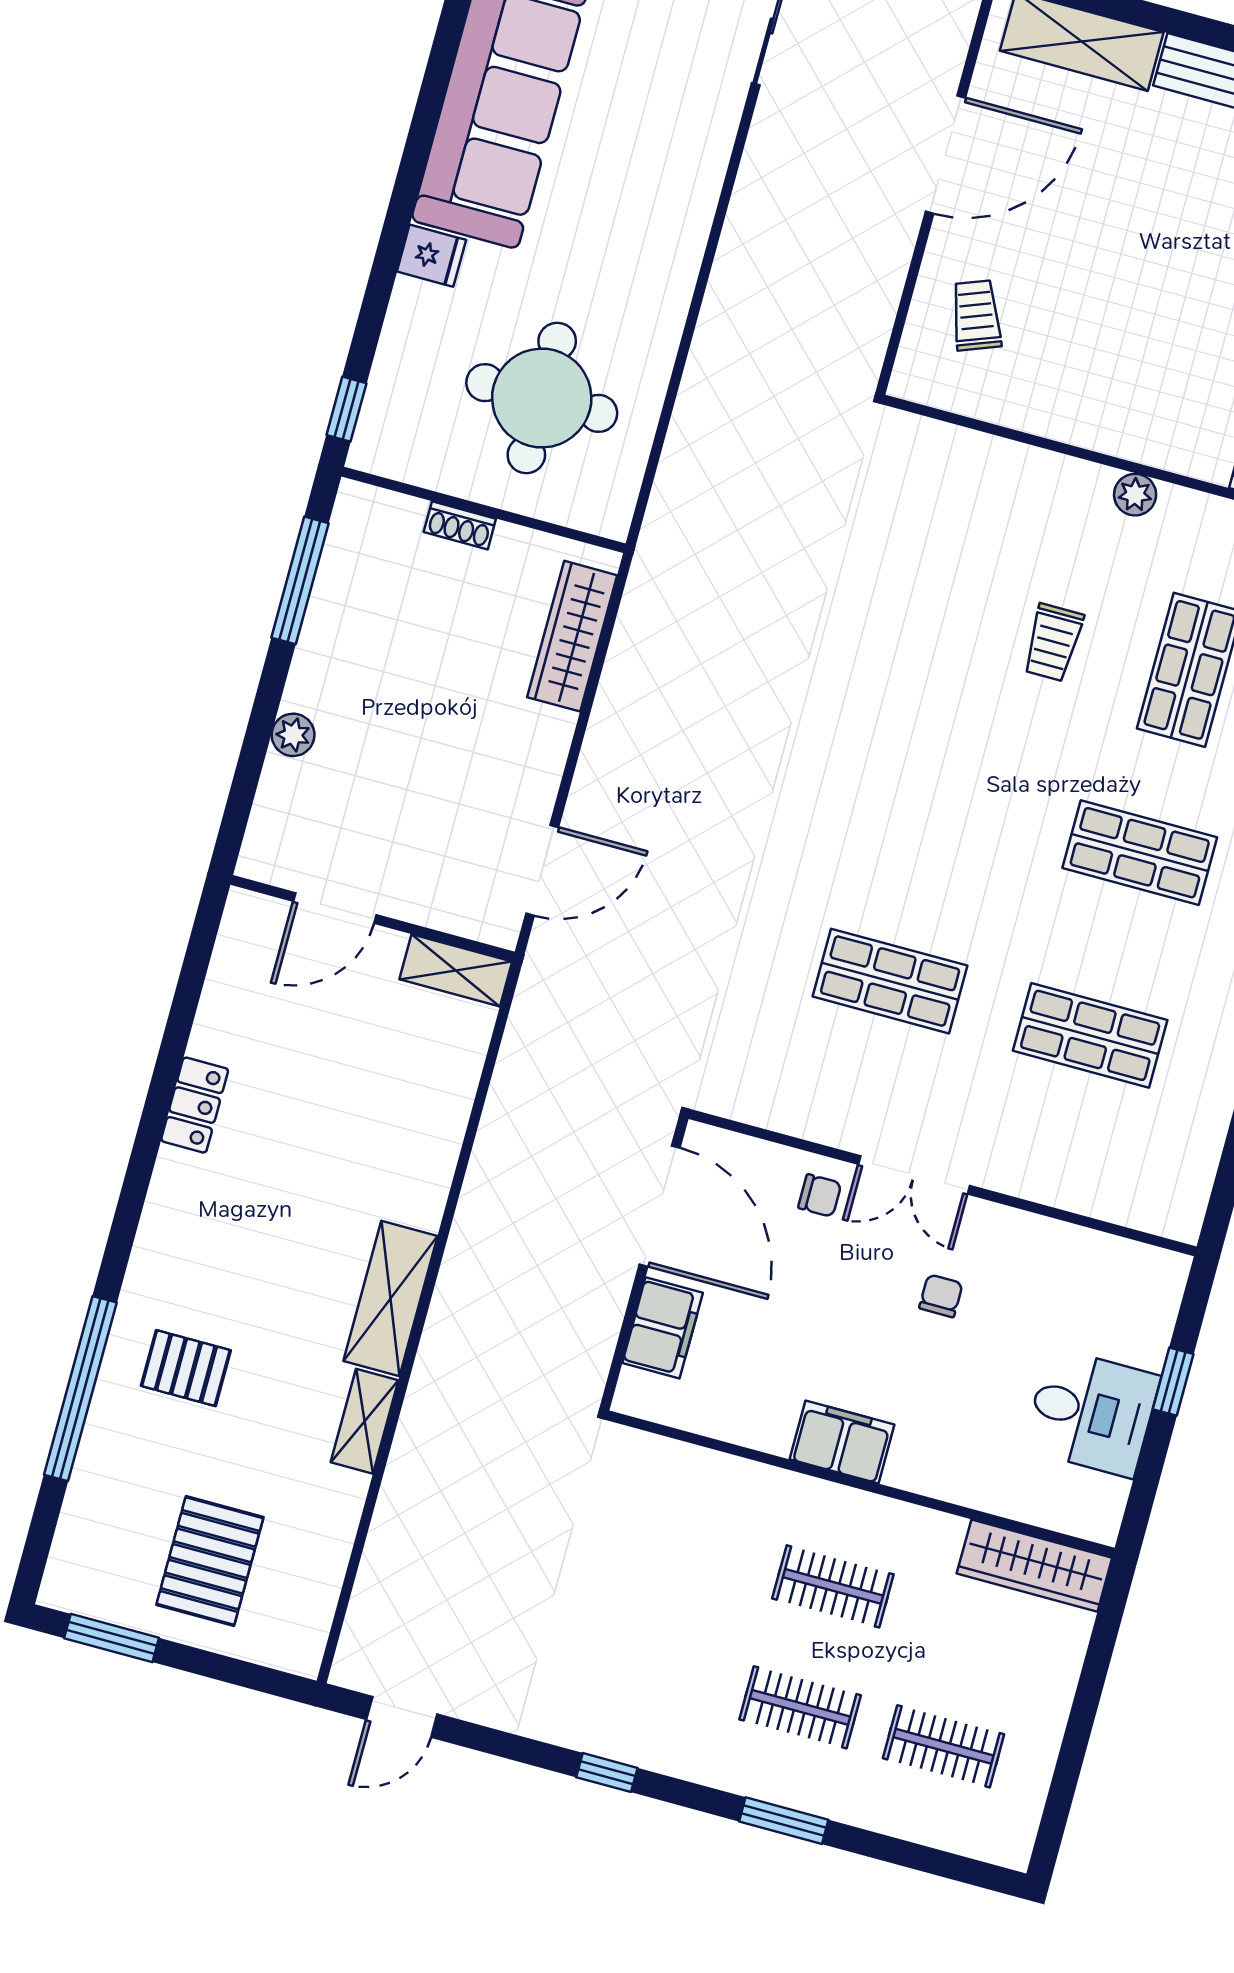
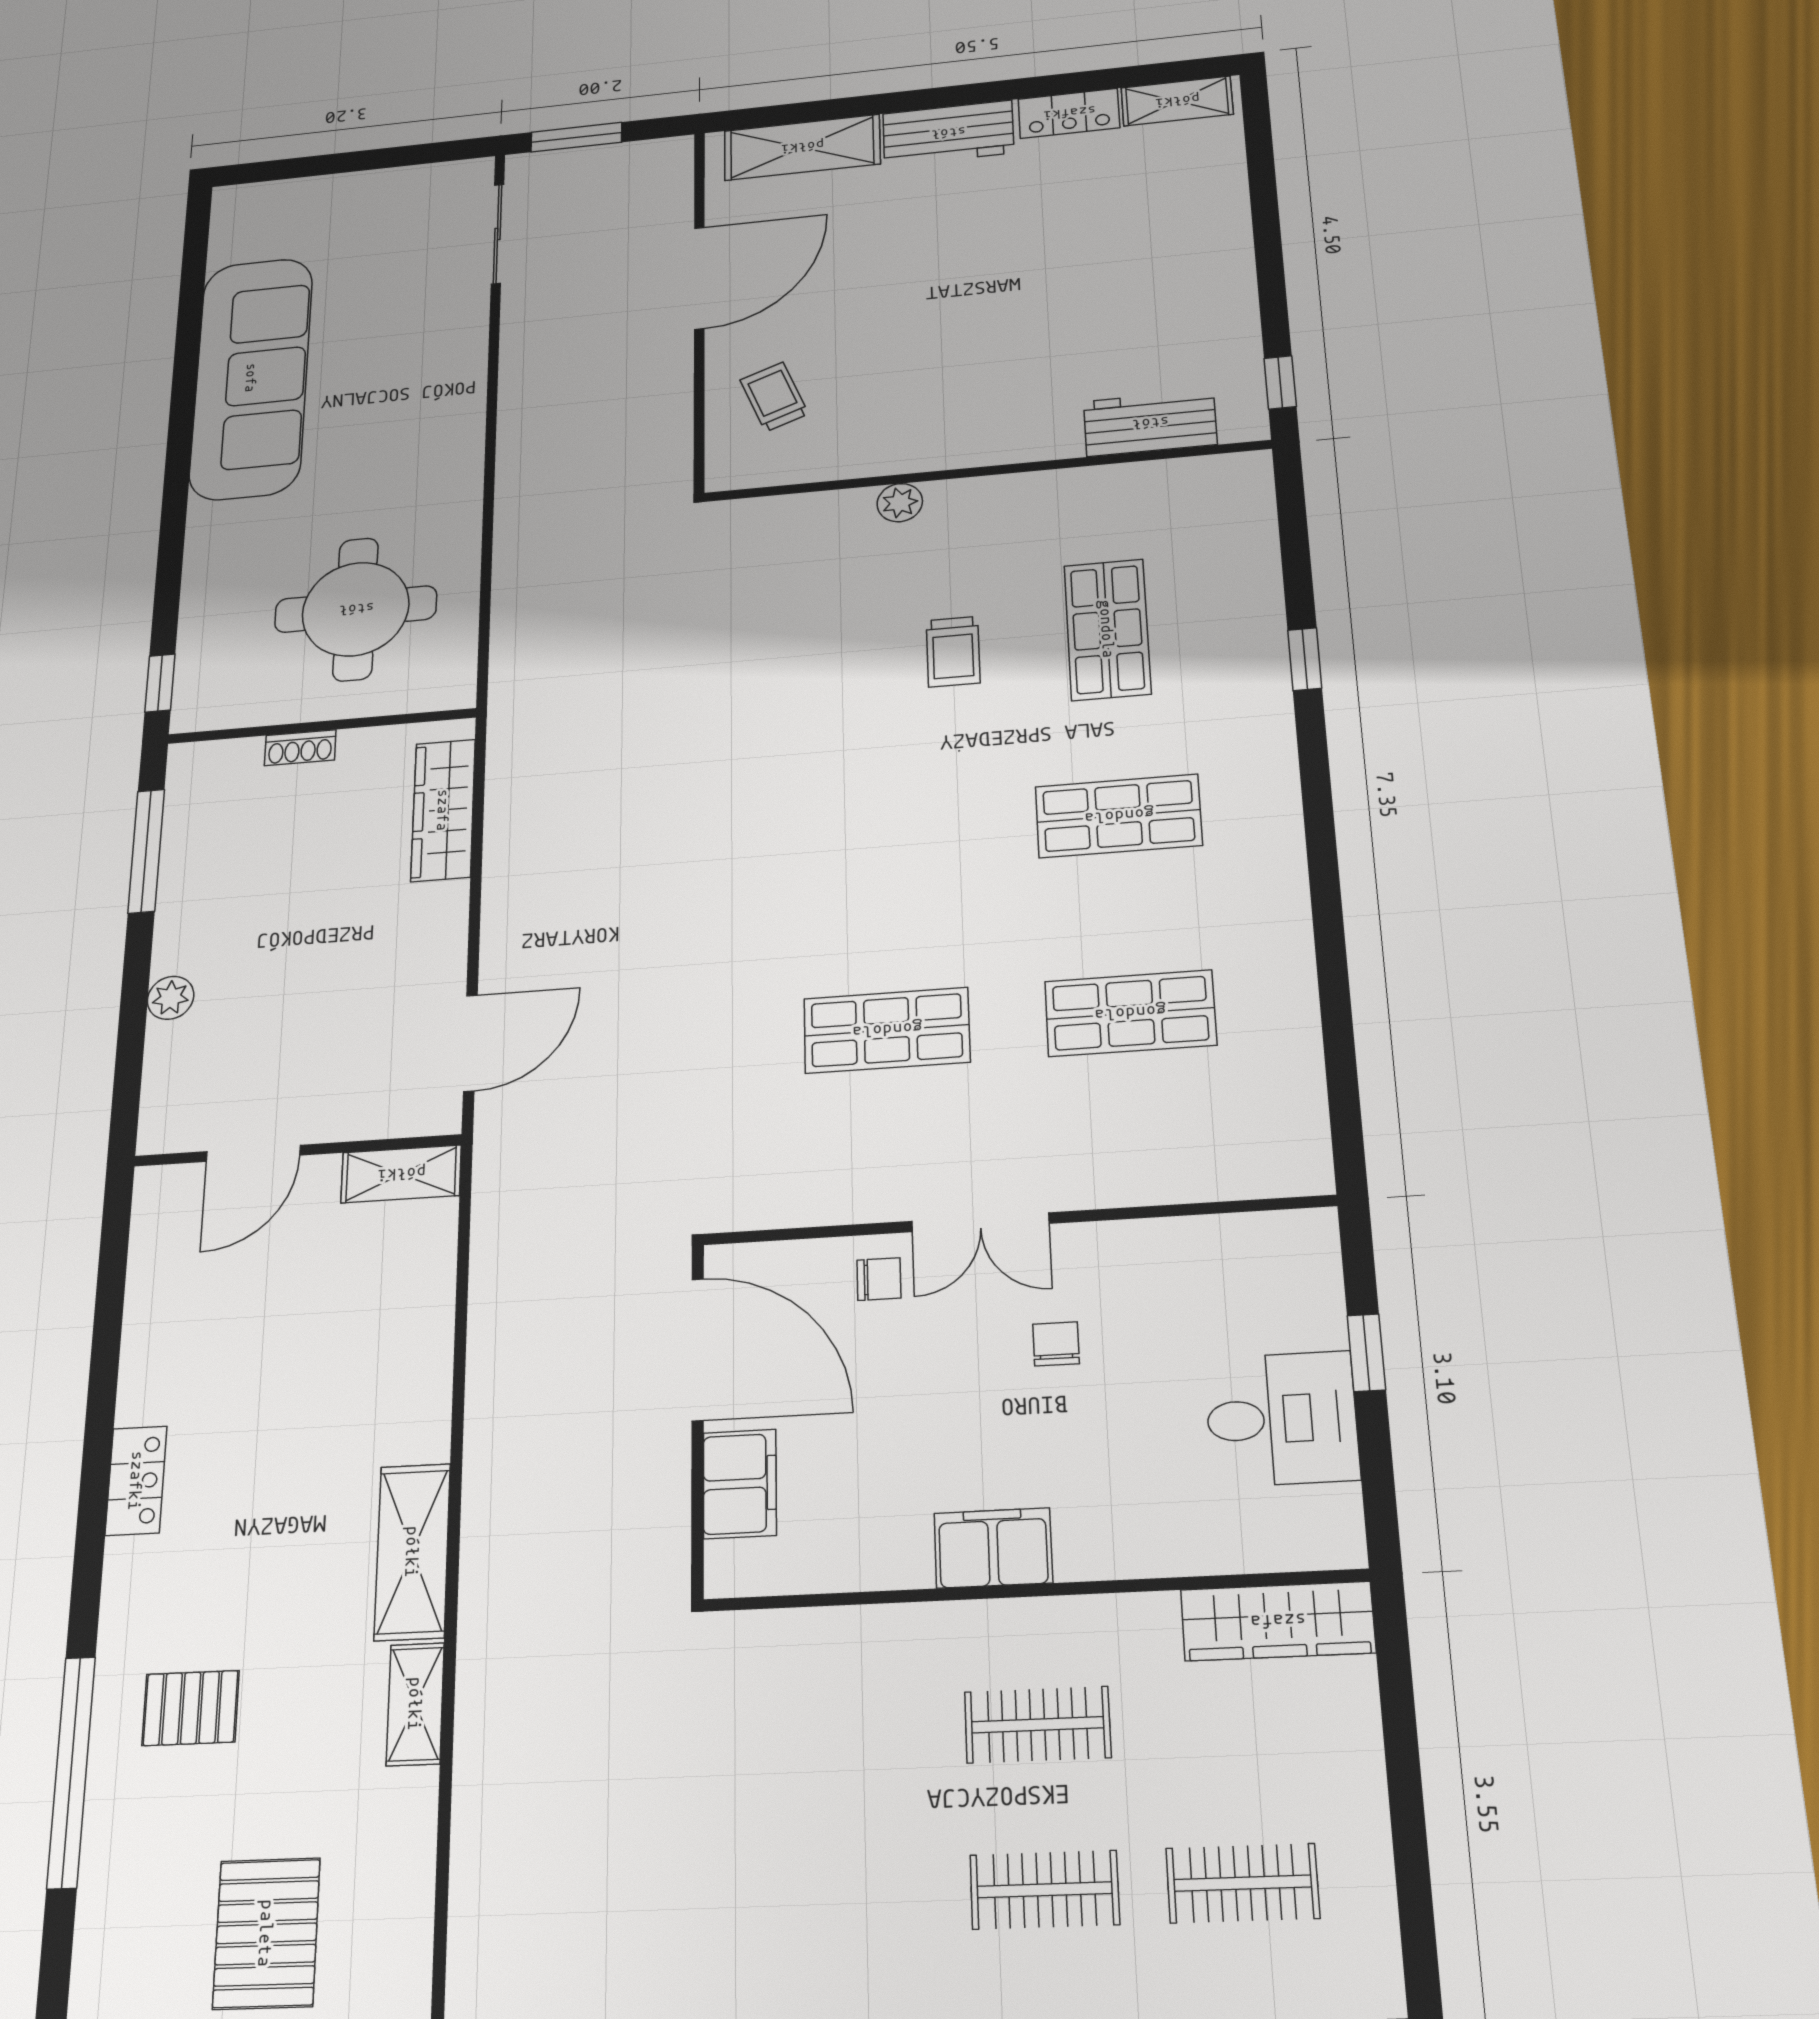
fridge: (431, 256) -> (215, 525), removed
plant: (1135, 495) -> (900, 503), moved
locker: (195, 1105) -> (136, 1481), moved

